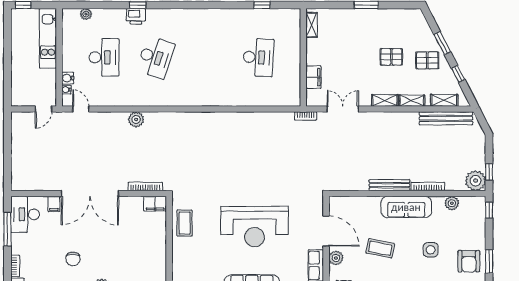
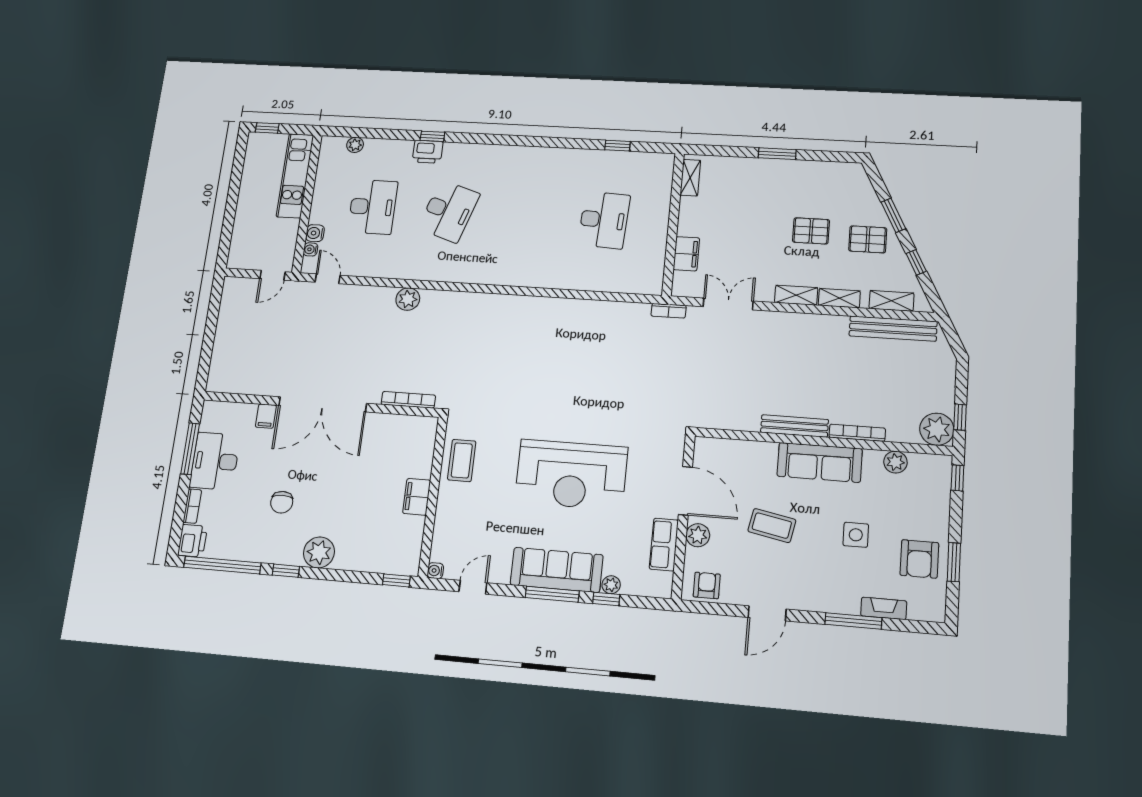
filing cabinet: (155, 204) -> (417, 497), moved, turned 90
desk: (25, 214) -> (215, 461), moved

